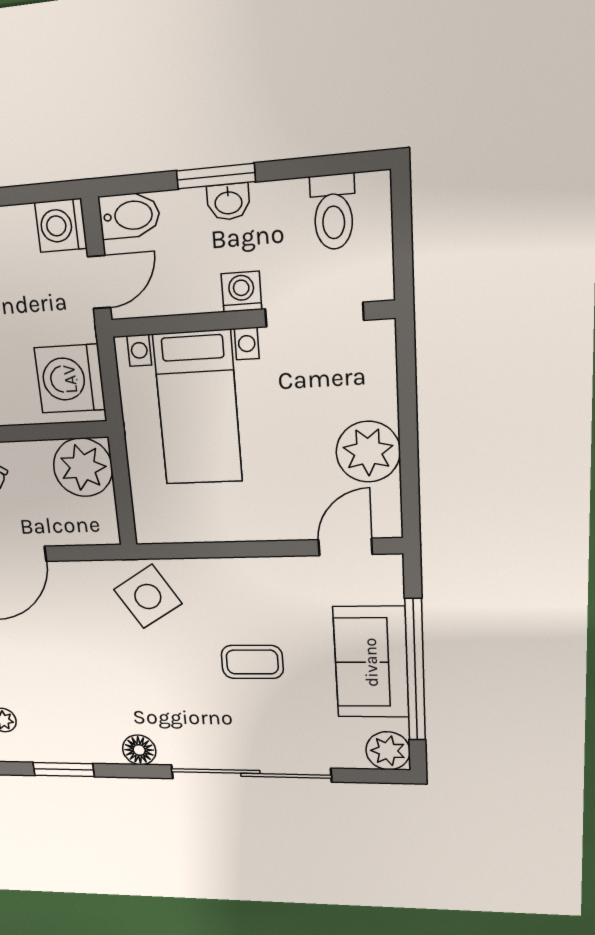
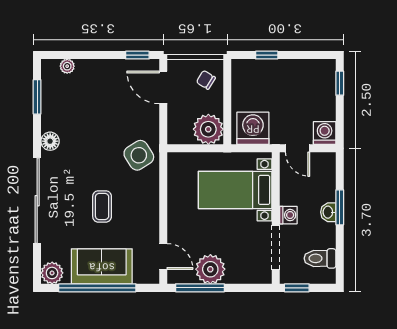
bidet: (129, 216) -> (326, 166), removed
window: (403, 260) -> (297, 288), added
window: (409, 471) -> (200, 288), added

